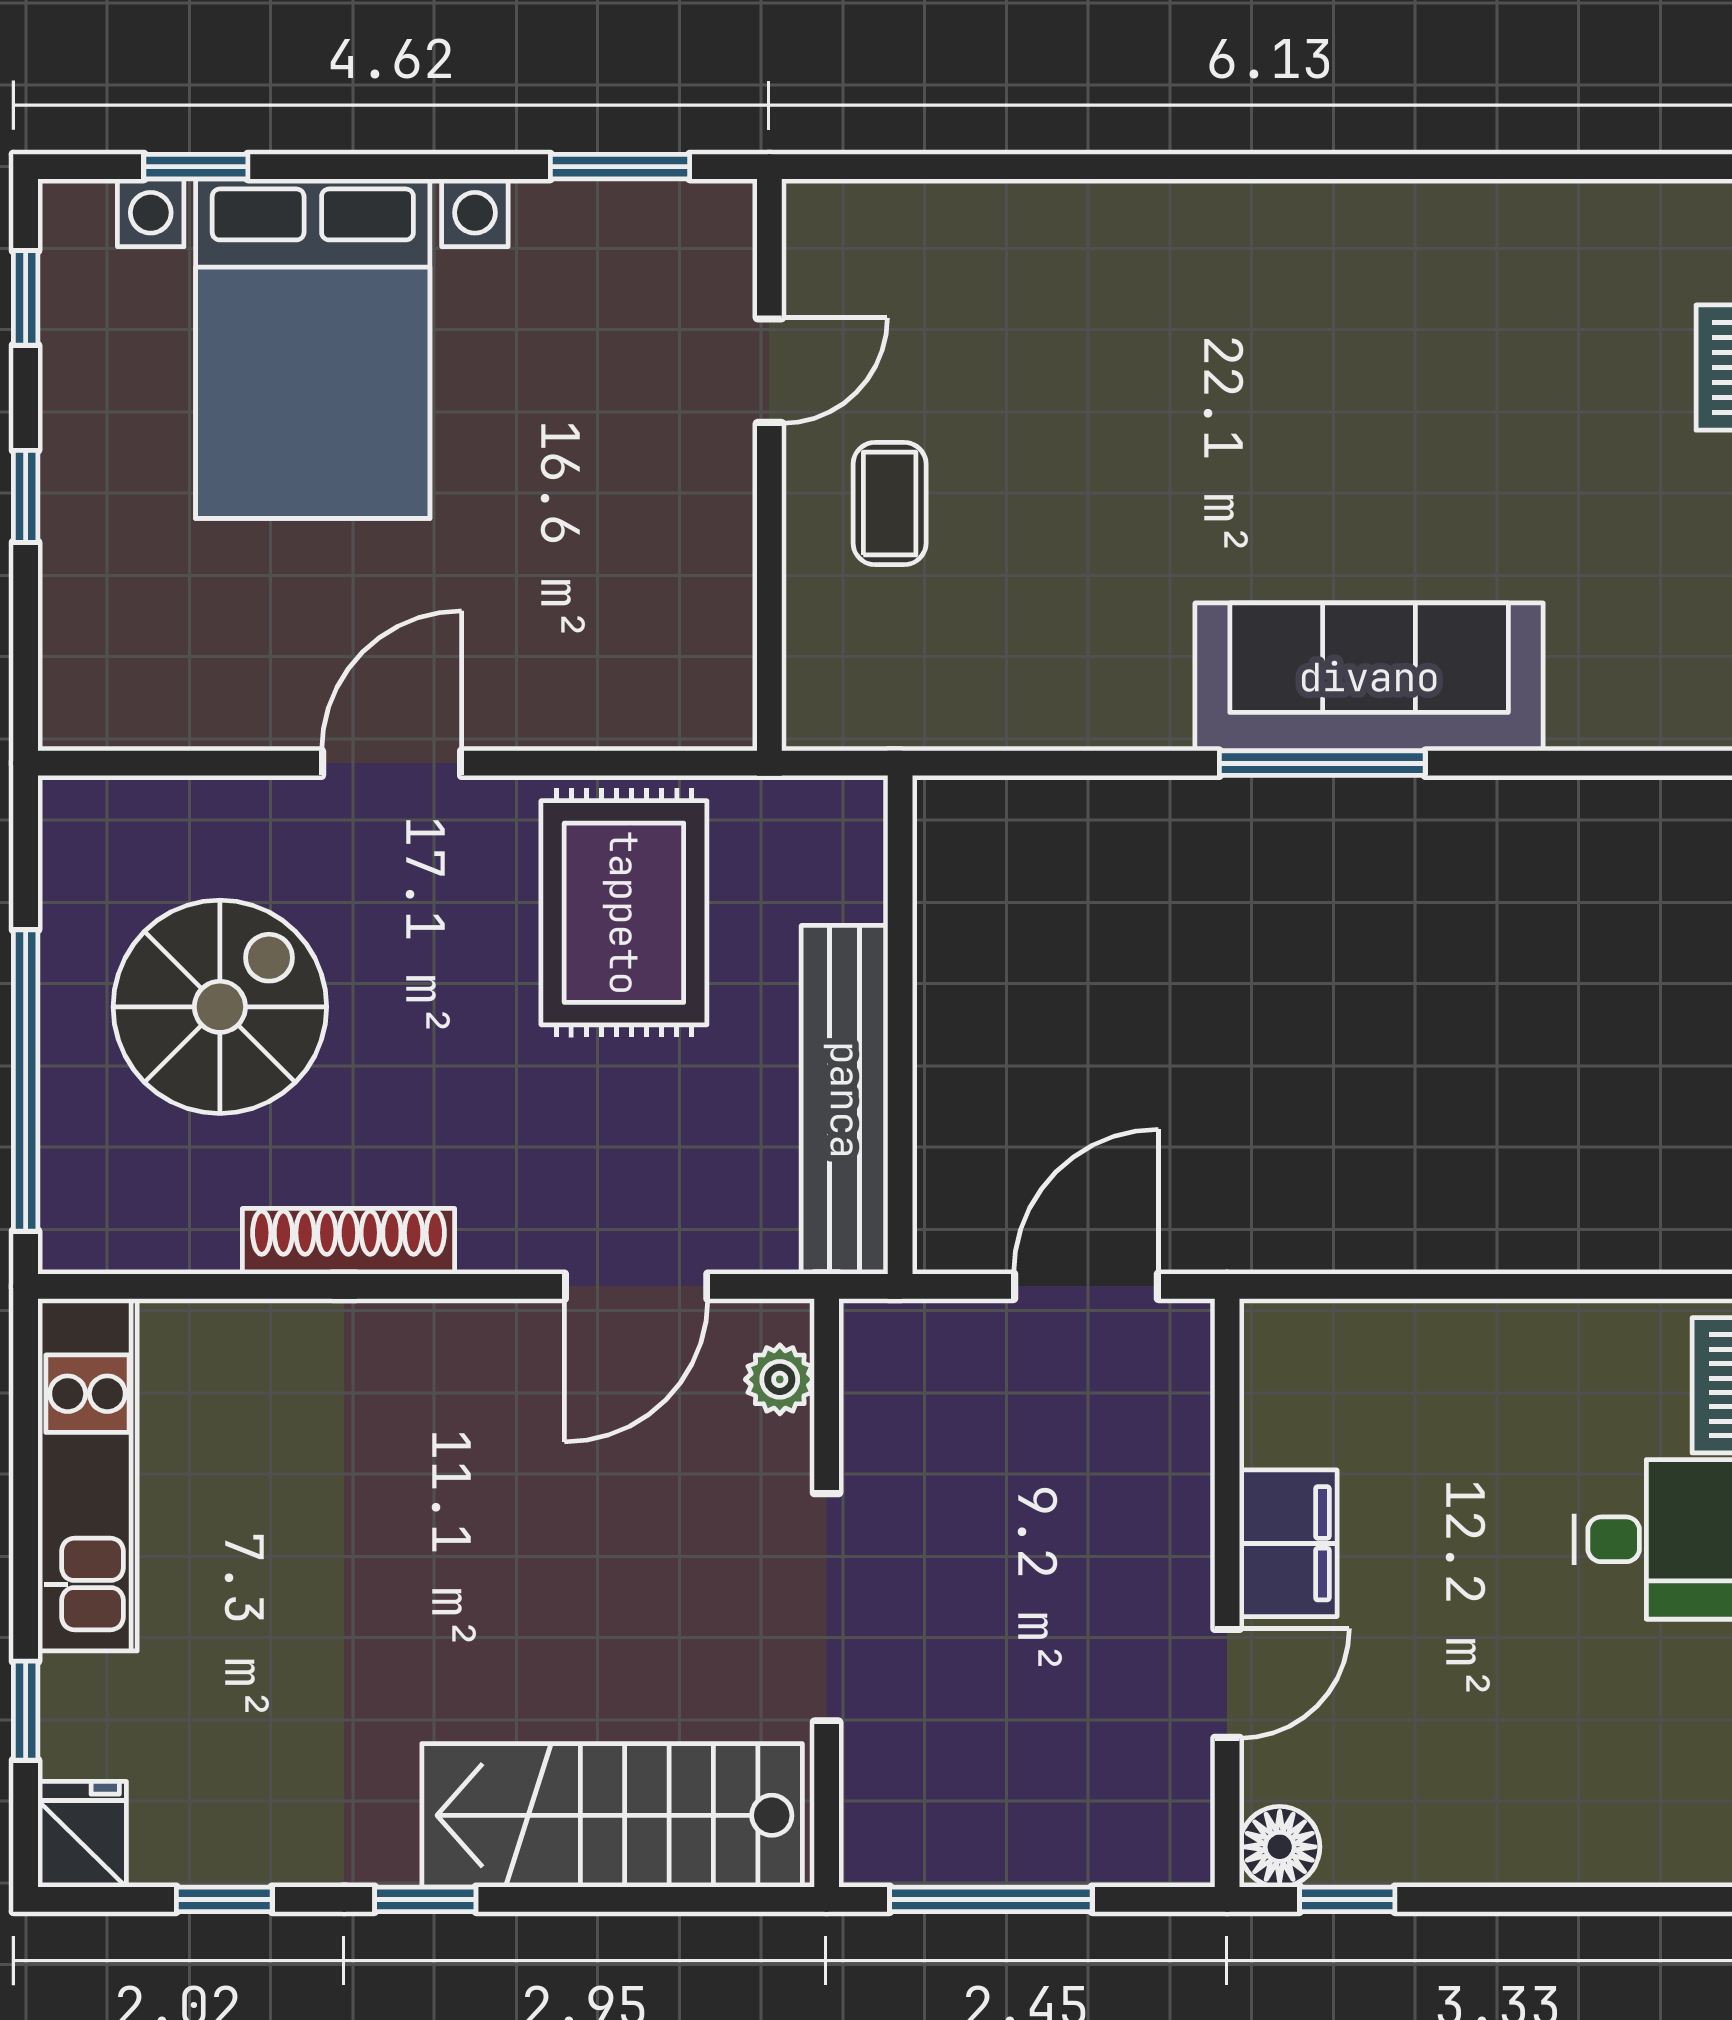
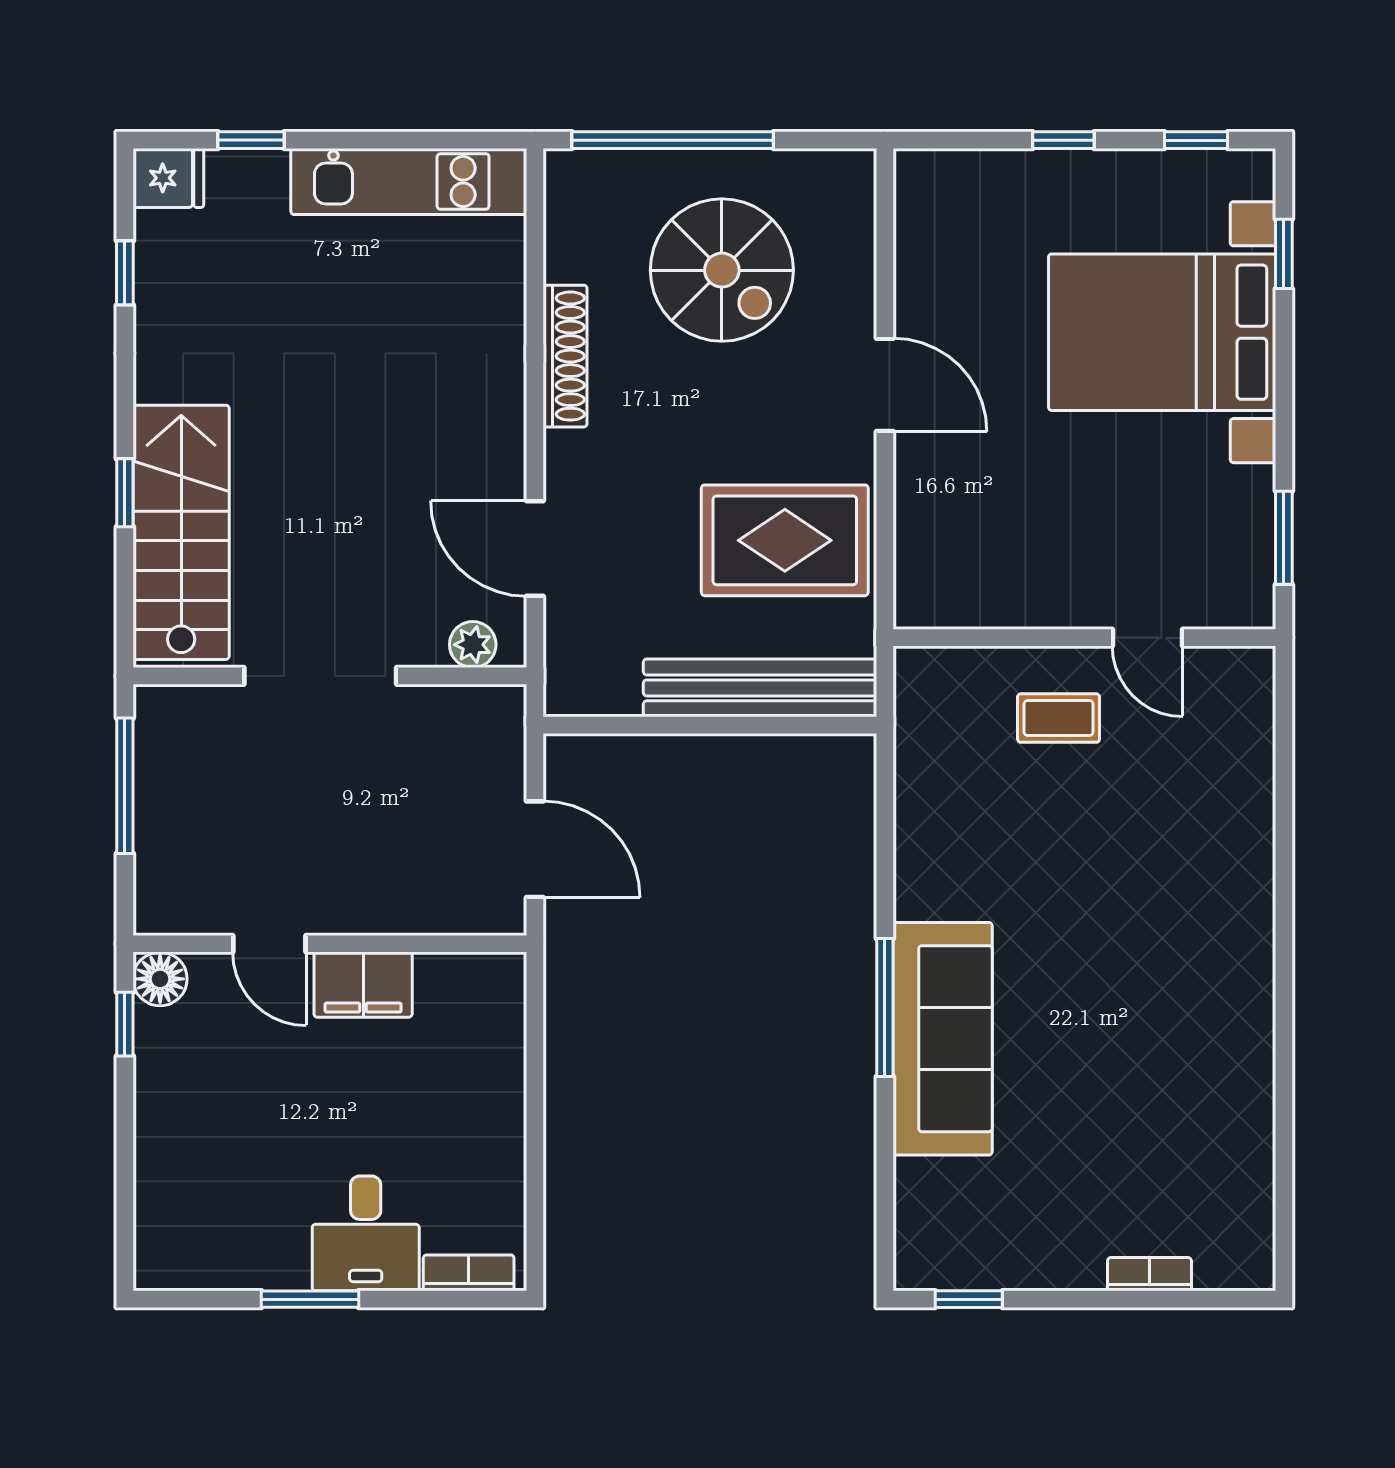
bench: (845, 1100) -> (760, 688), moved
window: (425, 1899) -> (125, 493), moved

